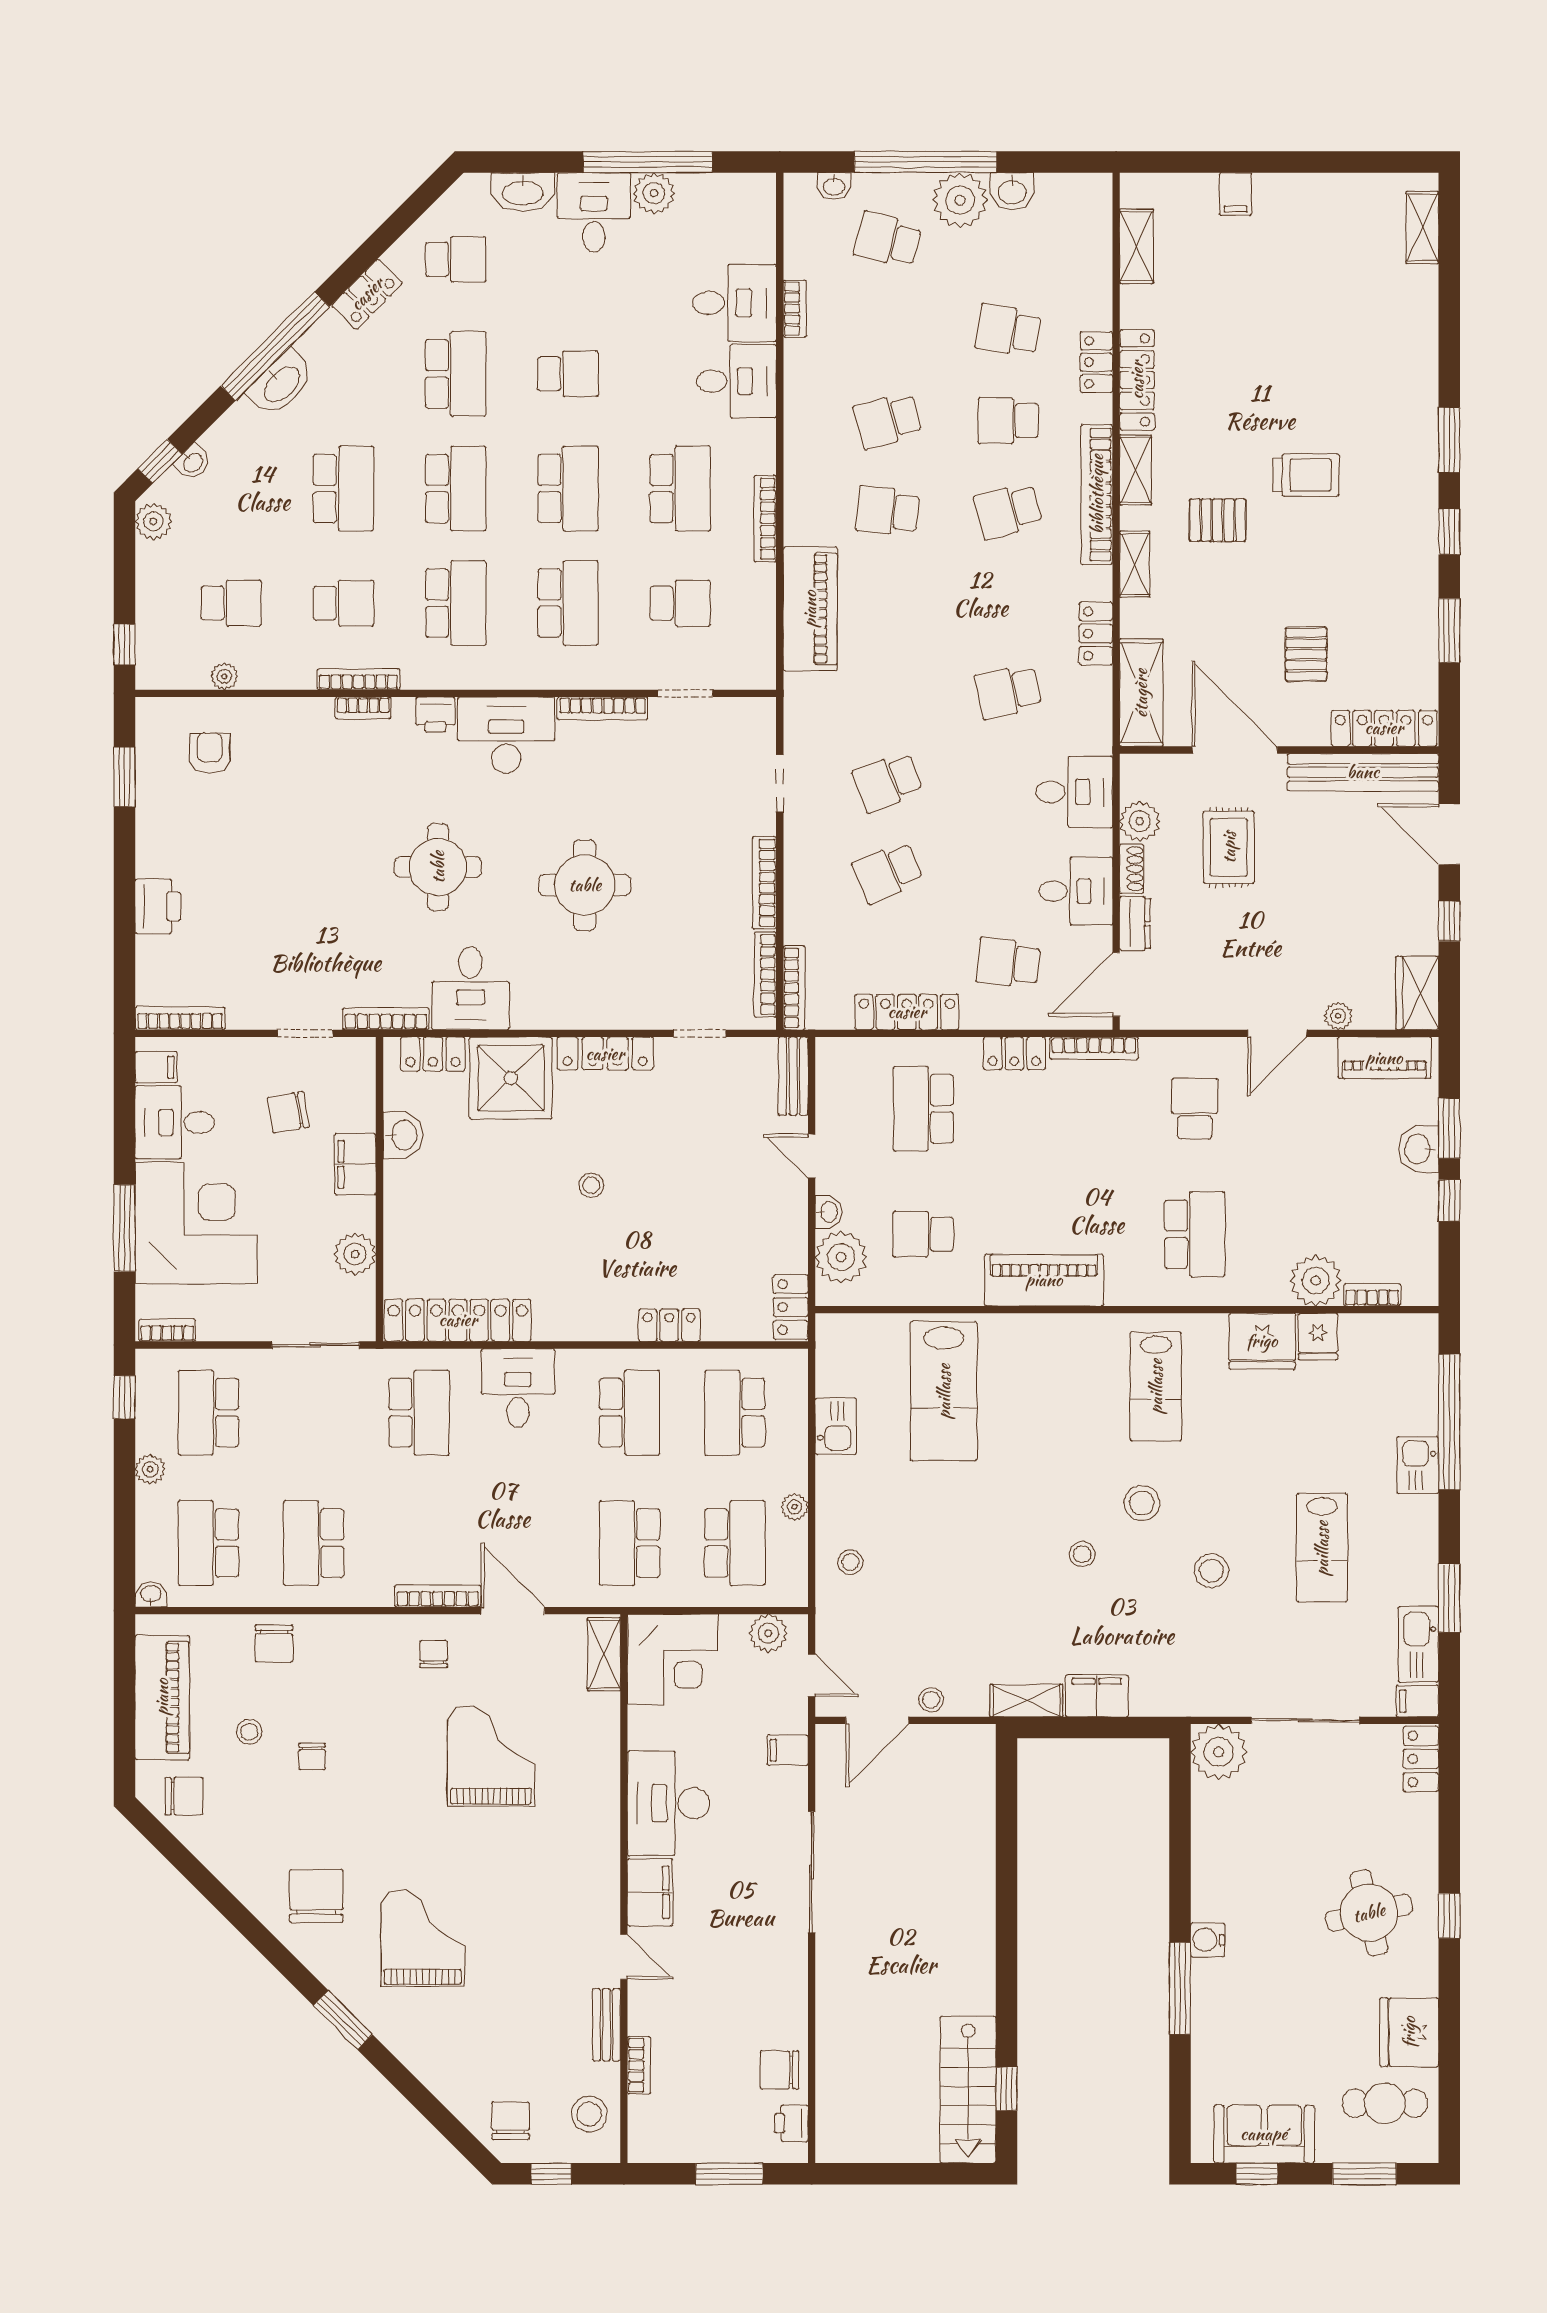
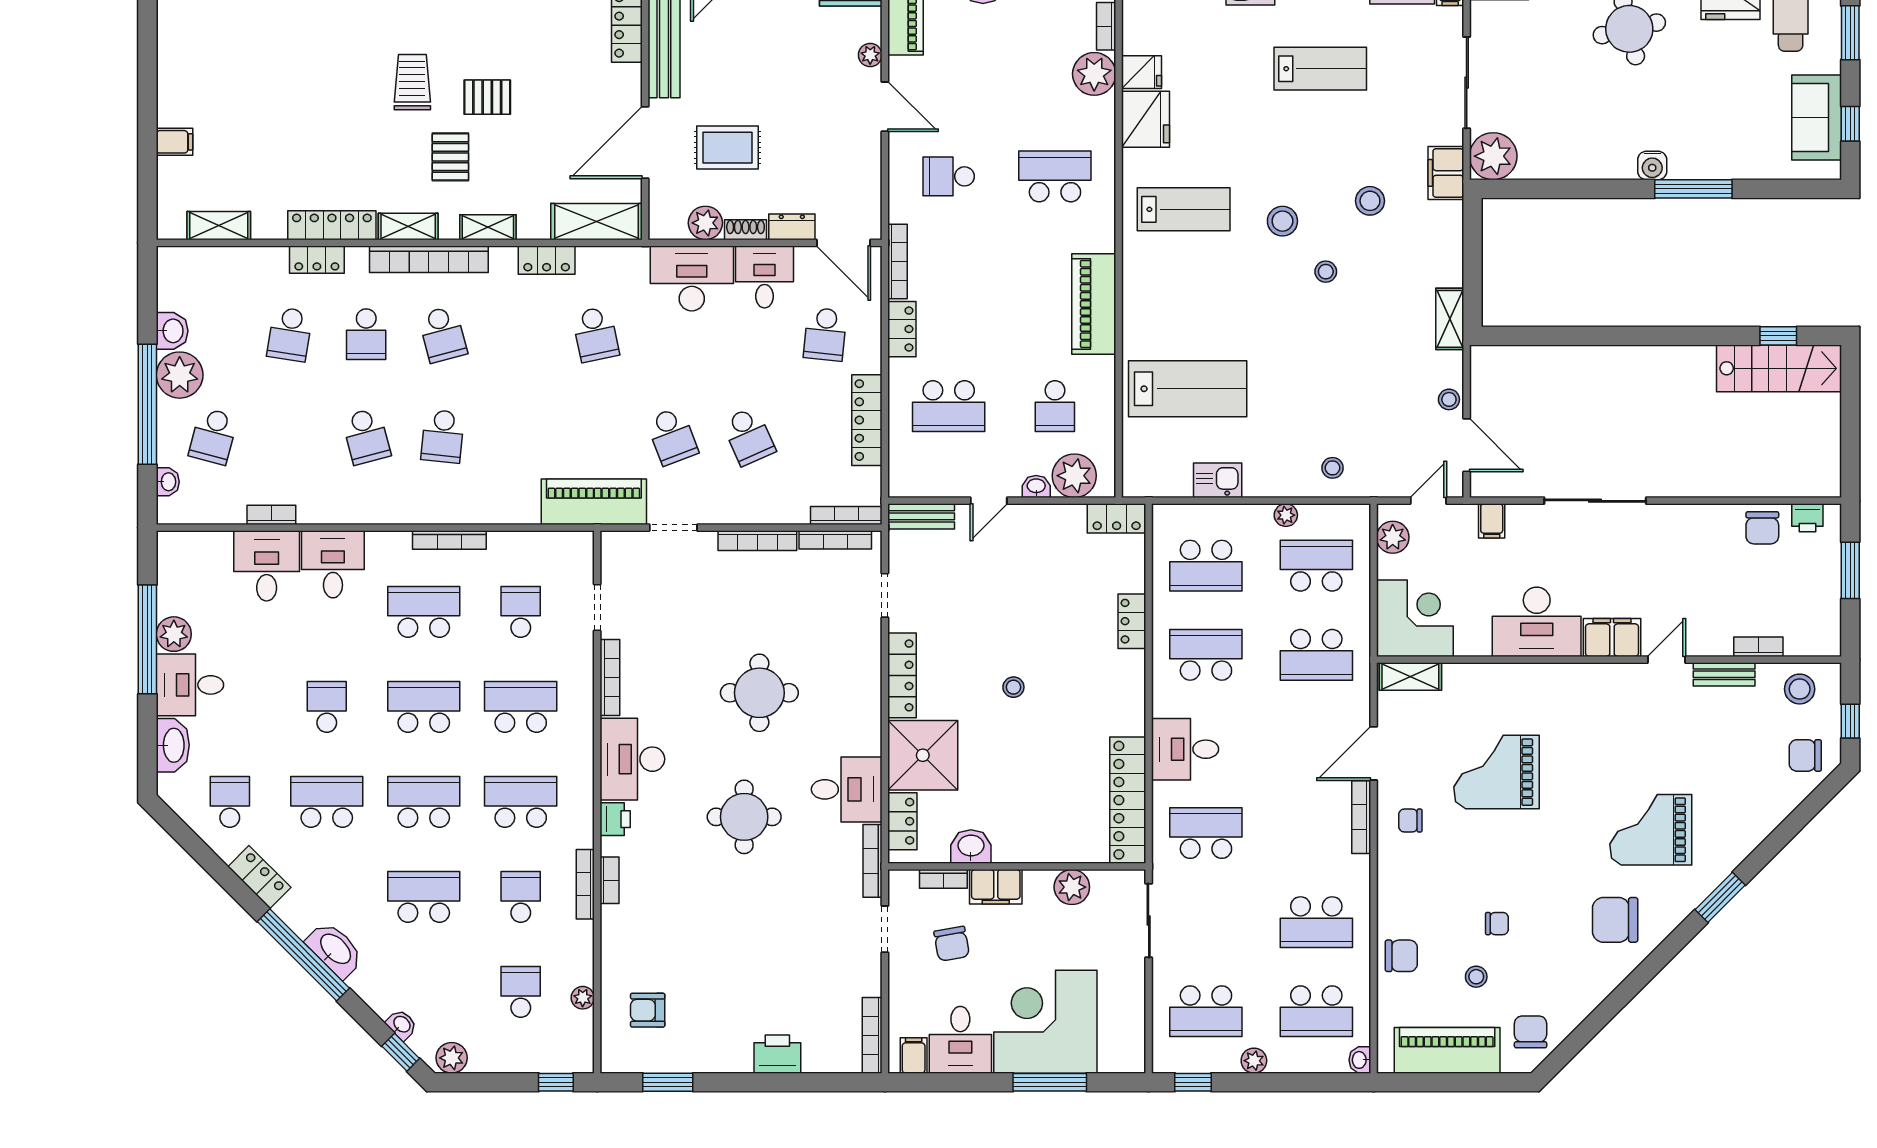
piano: (810, 609) -> (594, 502), moved
pallet: (1306, 654) -> (487, 97), moved
desk: (1074, 792) -> (692, 278), width x1.37
bookcase: (167, 1330) -> (943, 879), moved, turned -90
stool: (1211, 1571) -> (1370, 201), moved
filing cabinet: (1097, 1696) -> (1446, 173), moved

